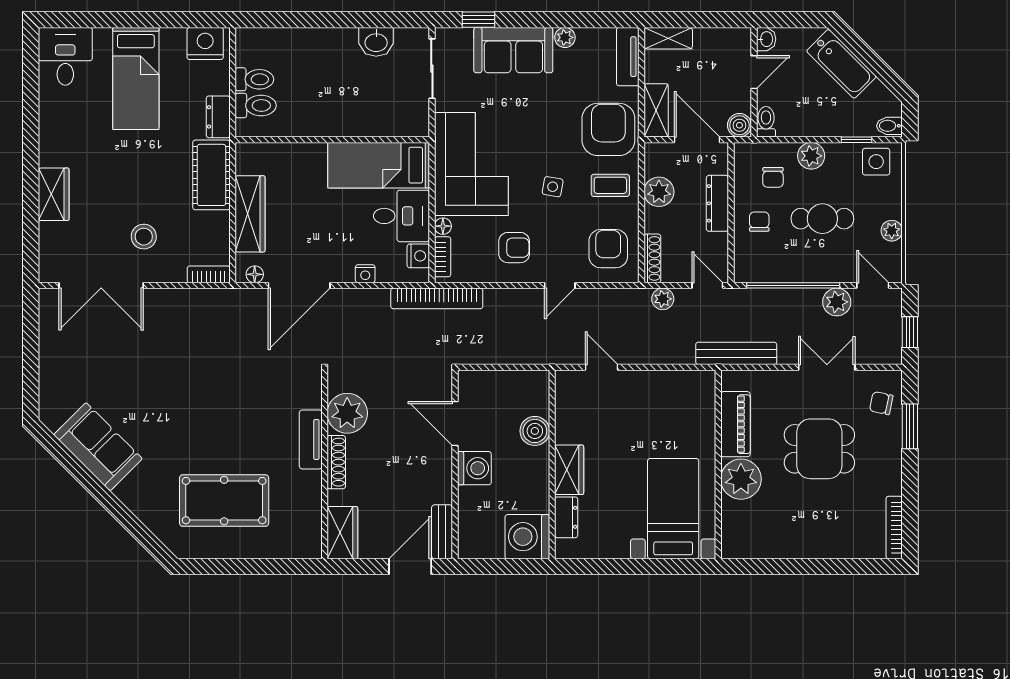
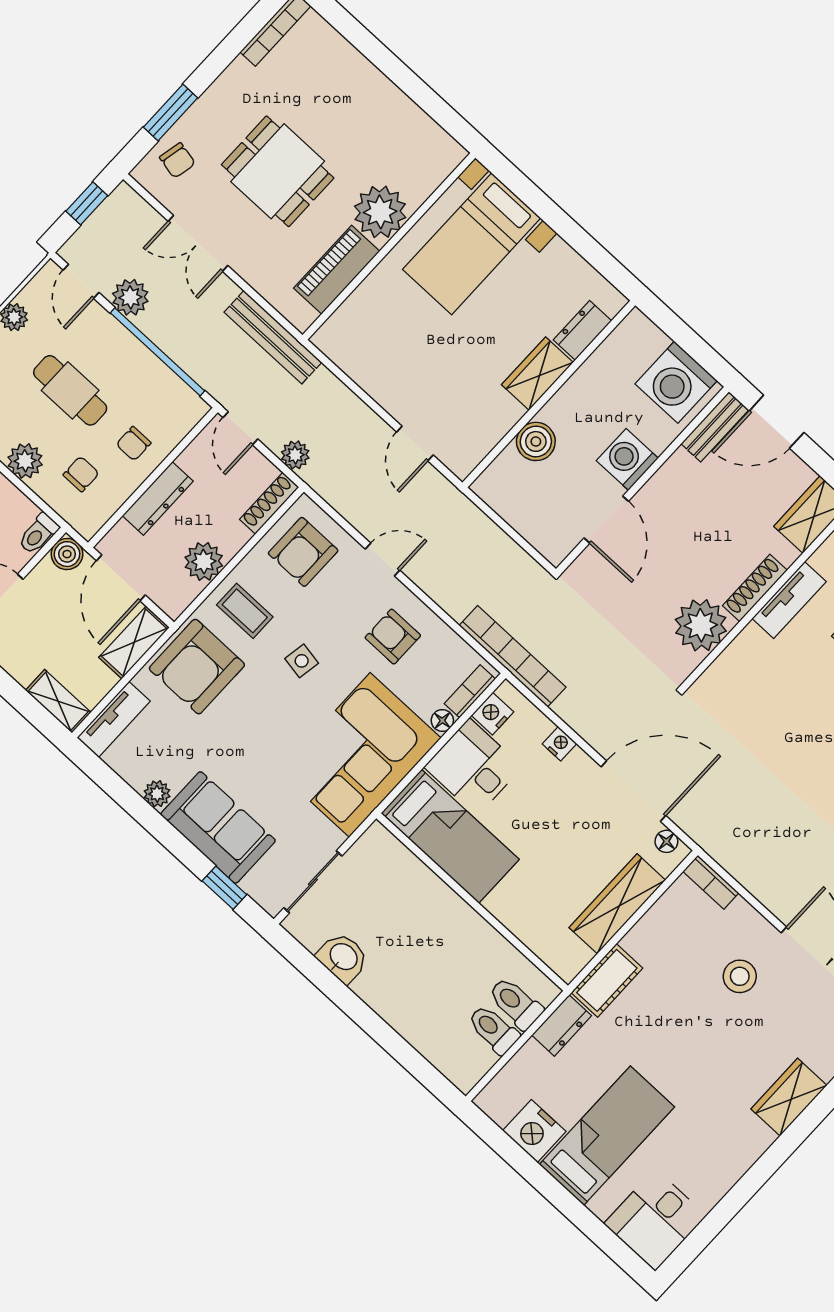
nightstand: (205, 44) -> (534, 1131), moved
cot: (211, 175) -> (607, 980), width x0.73, depth x0.75
tv unit: (311, 439) -> (789, 600), moved
washing machine: (527, 537) -> (676, 382), moved, turned 90

